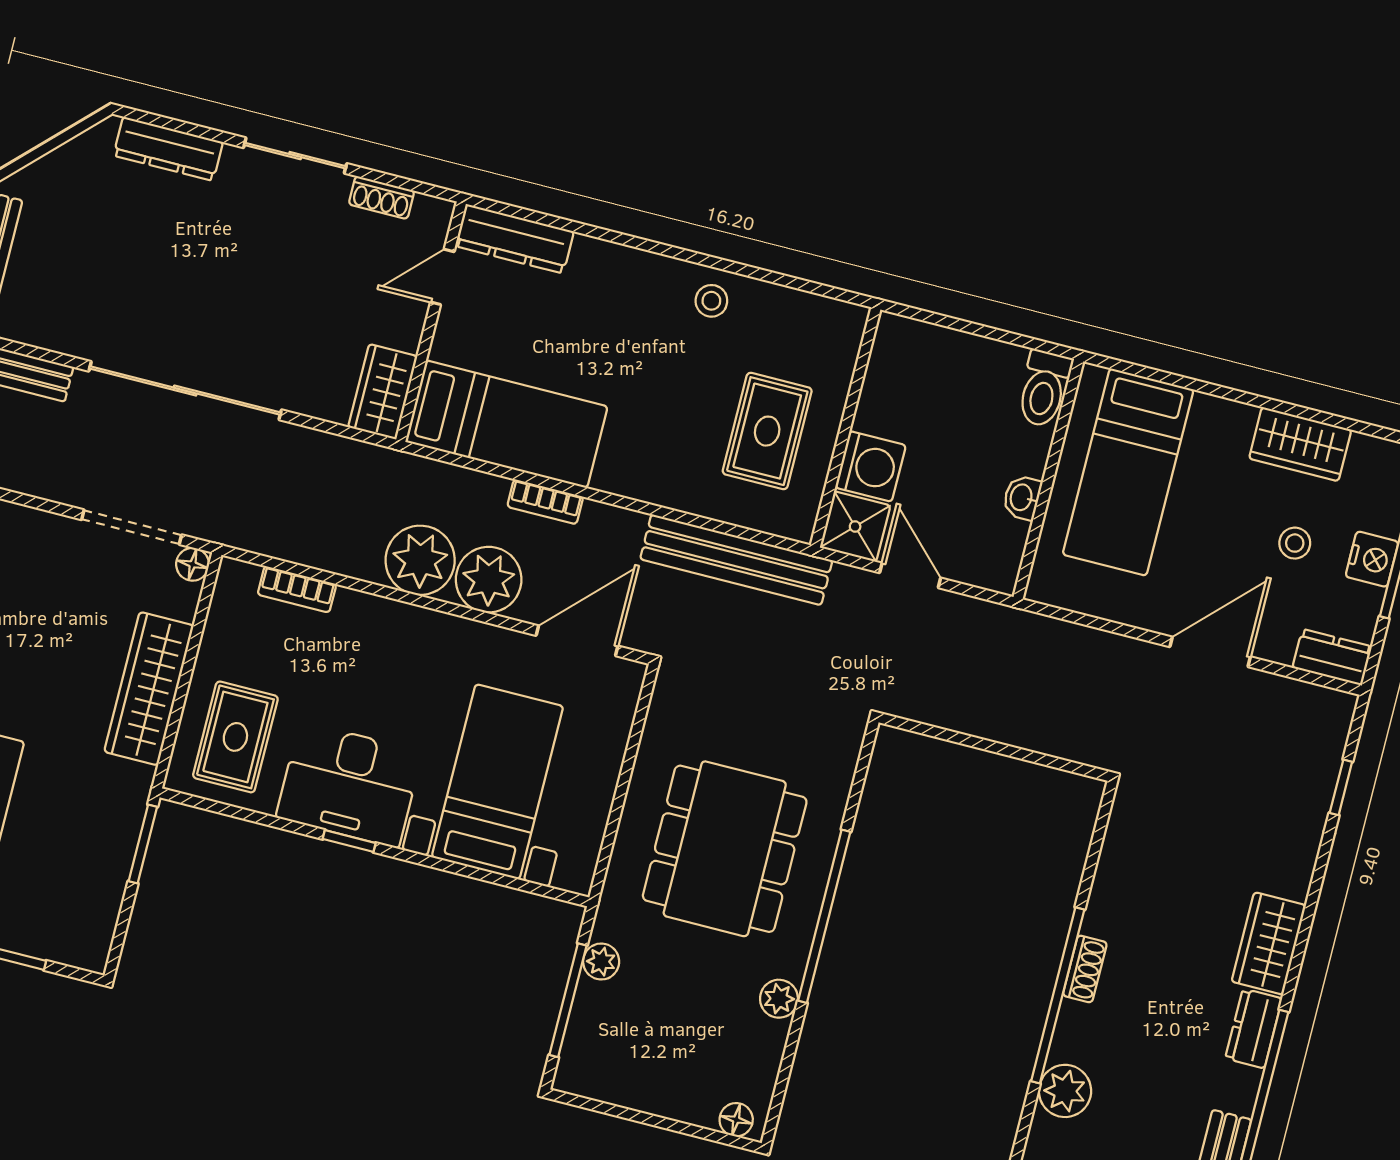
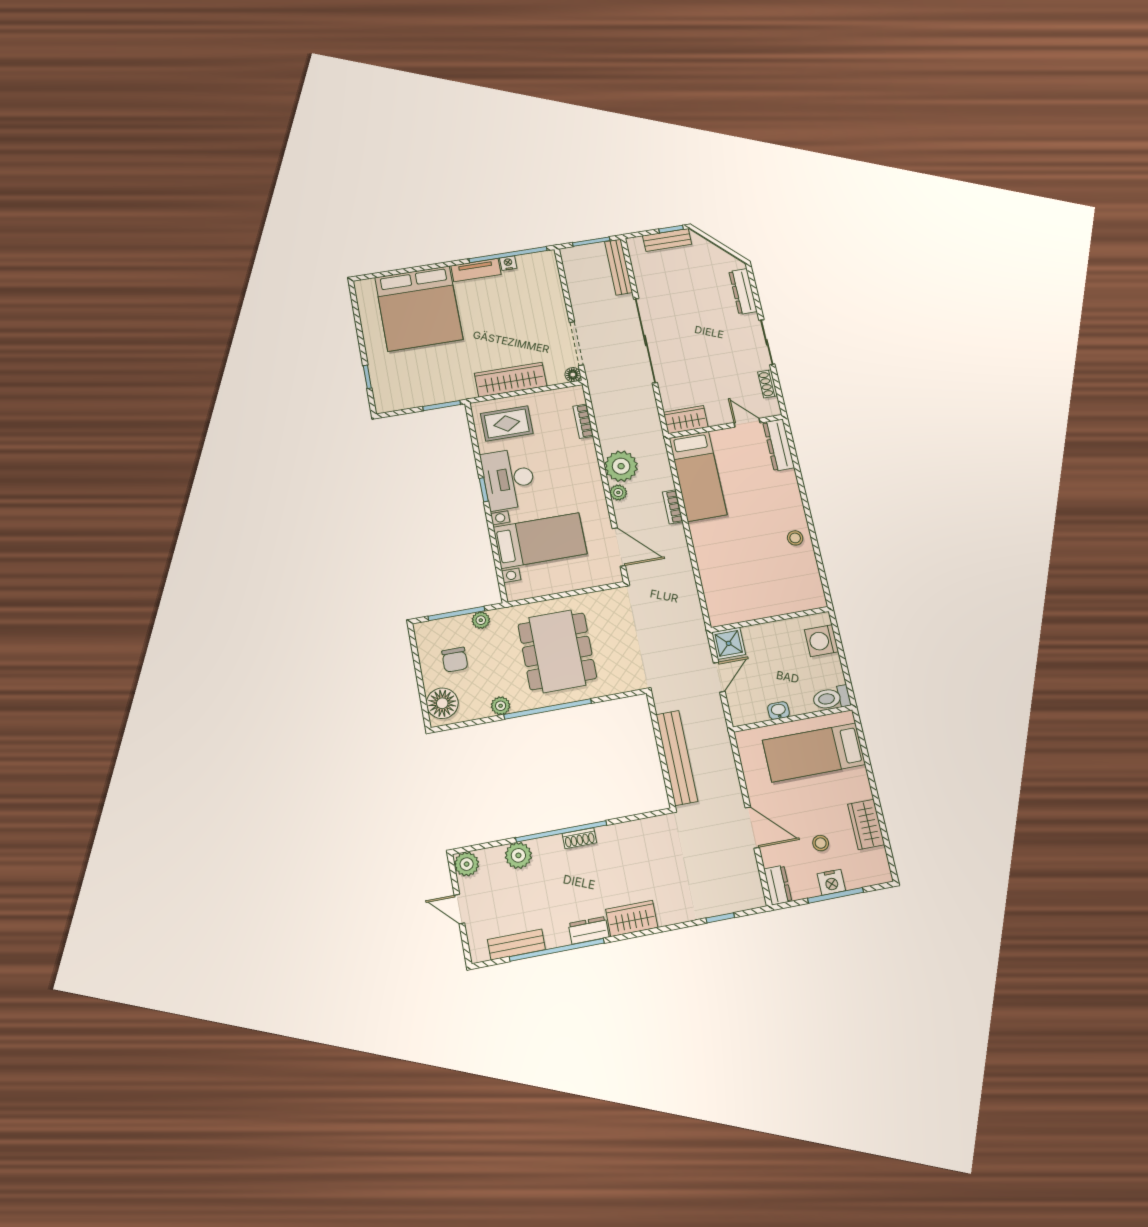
rug: (767, 431) -> (751, 587), removed
washing machine: (871, 466) -> (821, 641), moved, turned 90
bench: (736, 560) -> (677, 758), moved
plant: (489, 580) -> (618, 492), width x0.53, depth x0.53
dining table: (725, 849) -> (557, 651), turned 90
chair: (654, 1043) -> (455, 660), added
floor lamp: (736, 1120) -> (442, 703), width x1.89, depth x1.89

